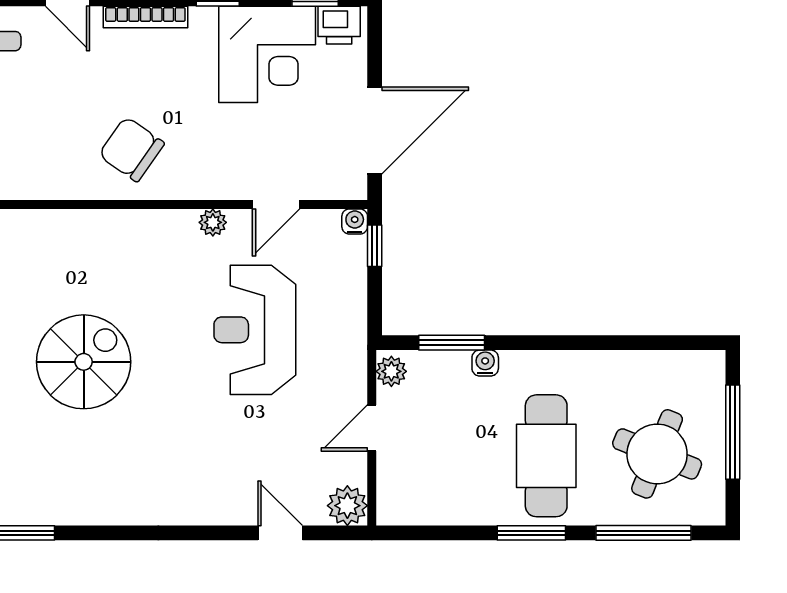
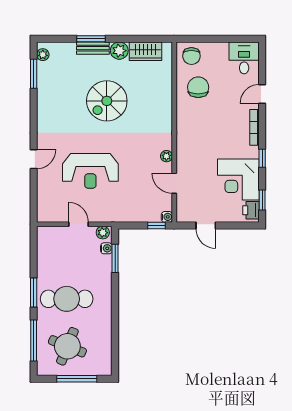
door: (375, 130) -> (206, 225), width x0.53
chair: (131, 149) -> (198, 87), moved, turned -35
reception desk: (255, 330) -> (90, 171), moved, turned 180
spiral stairs: (84, 362) -> (107, 101), turned 90
water cooler: (485, 363) -> (106, 248), moved
plant: (347, 506) -> (45, 214), removed
door: (280, 533) -> (34, 159), moved

